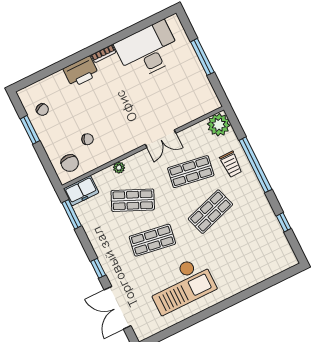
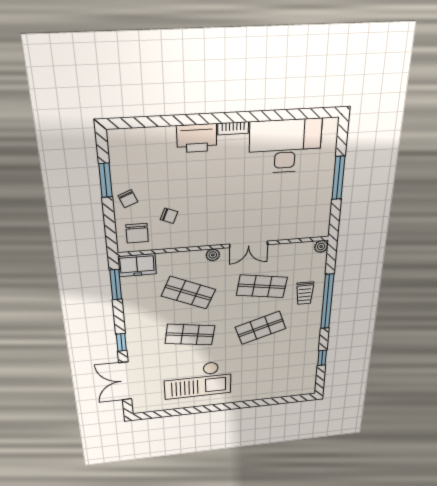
chair: (42, 110) -> (128, 199), moved
plant: (219, 125) -> (321, 247), width x0.53, depth x0.53
plant: (119, 168) -> (213, 255), moved

